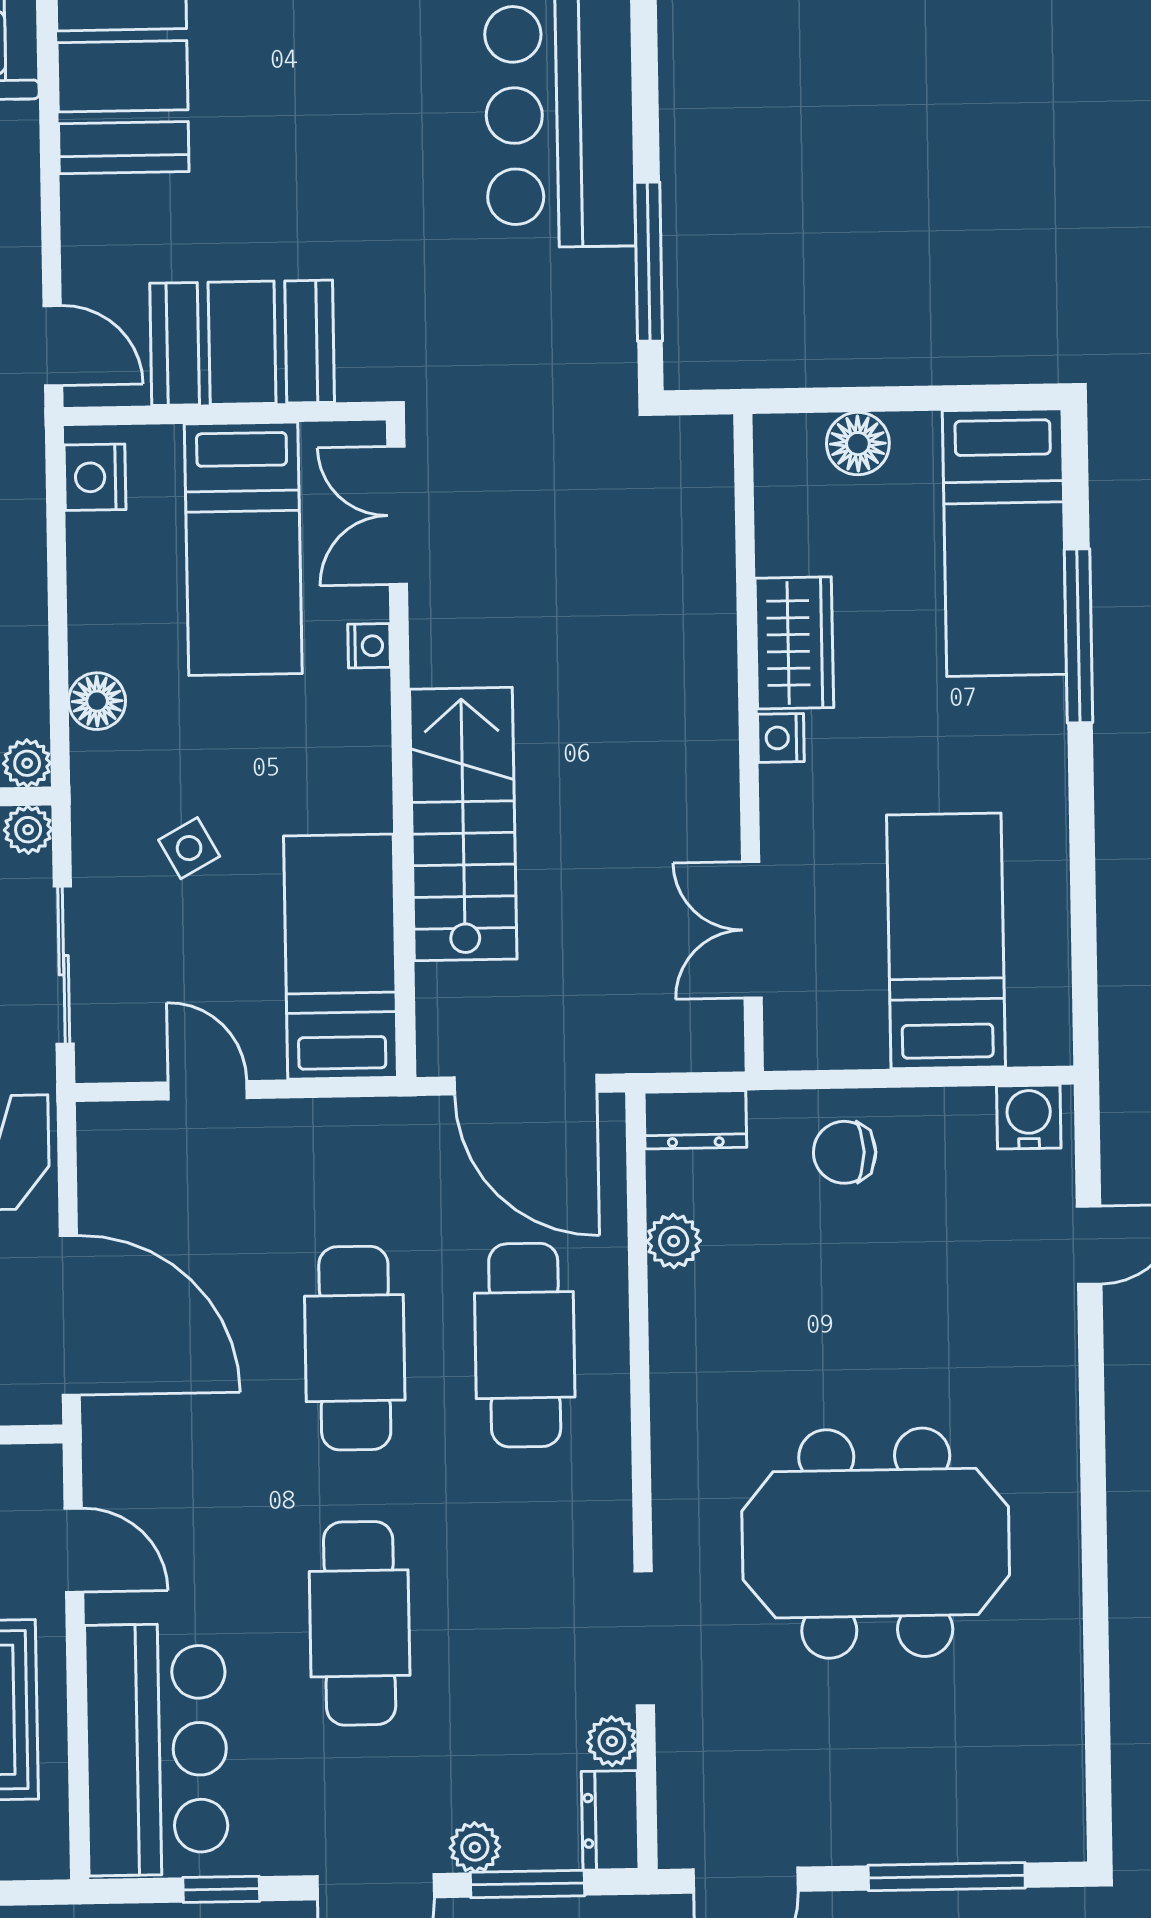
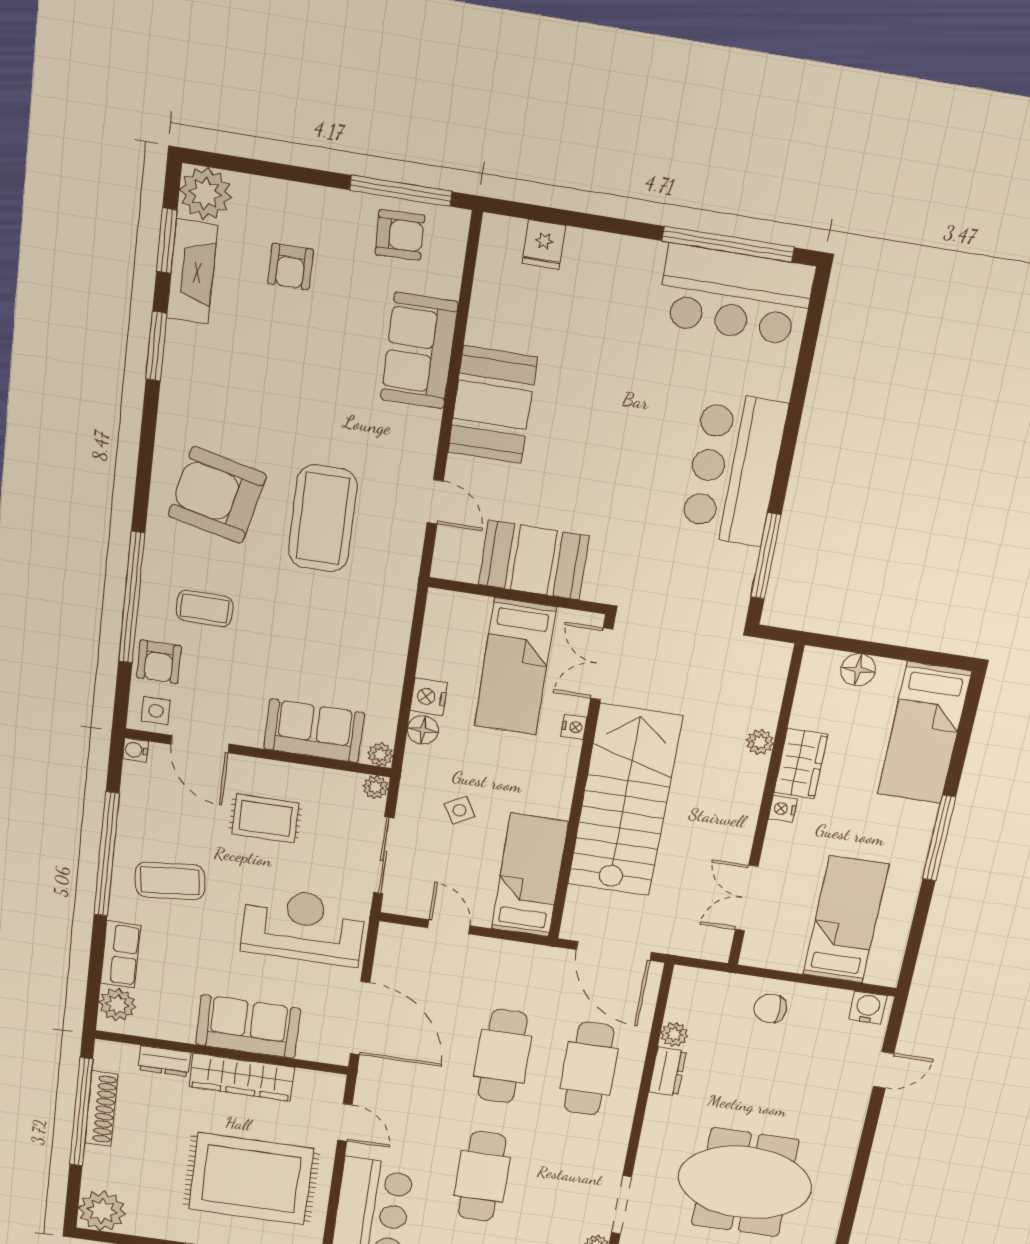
door: (53, 346) -> (435, 502), moved
nightstand: (95, 477) -> (429, 697), moved
plant: (711, 614) -> (760, 742), added
window: (1079, 636) -> (939, 838), moved
stairs: (463, 824) -> (625, 801), width x1.36, depth x1.51
dresser: (695, 1120) -> (668, 1071), moved, turned -90

